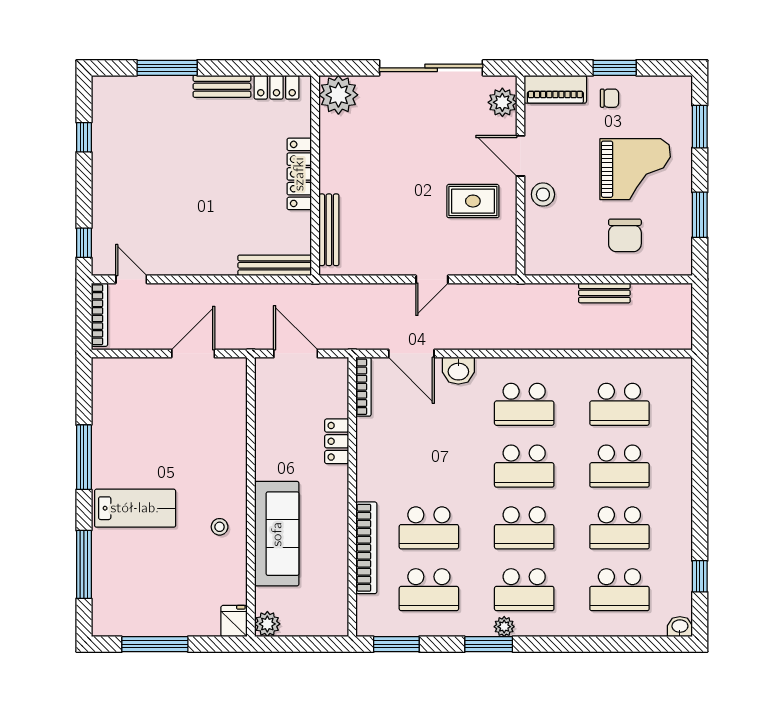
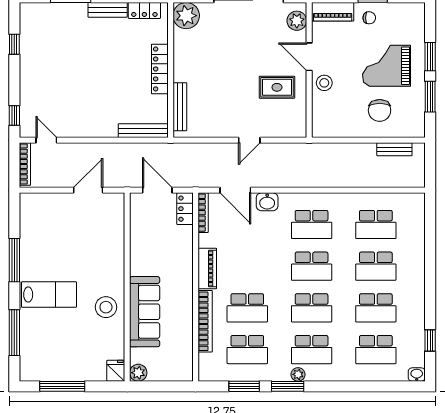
window: (700, 127) -> (430, 57), moved
grand piano: (635, 169) -> (386, 66), turned 180
bench: (604, 293) -> (394, 149), moved
locker: (337, 441) -> (185, 209), moved
piano: (370, 470) -> (207, 269), added
stool: (220, 527) -> (106, 307), width x1.89, depth x1.89
window: (396, 644) -> (244, 386), moved

